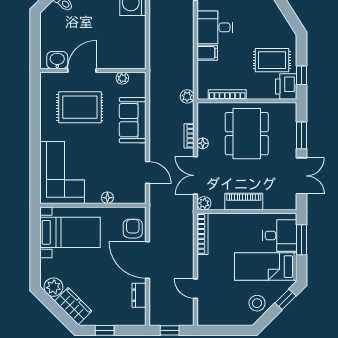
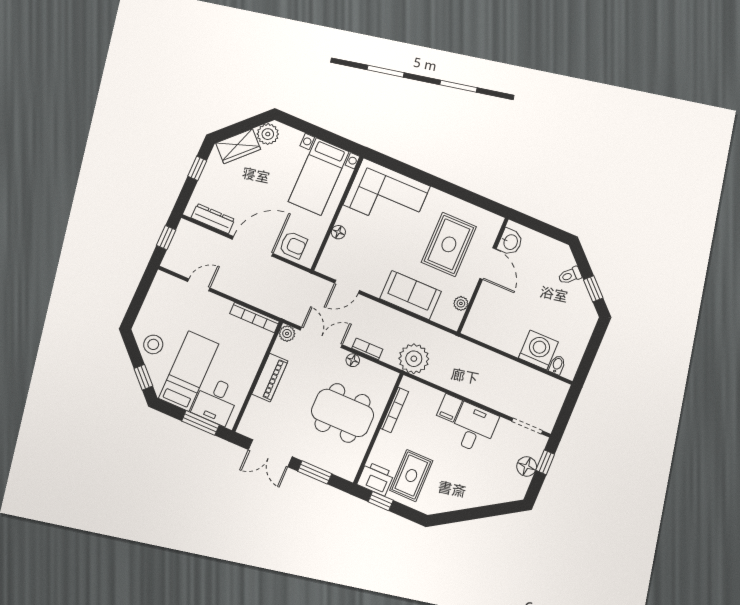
plant: (187, 96) -> (414, 359), width x1.87, depth x1.87
dresser: (139, 295) -> (213, 219), width x1.44

